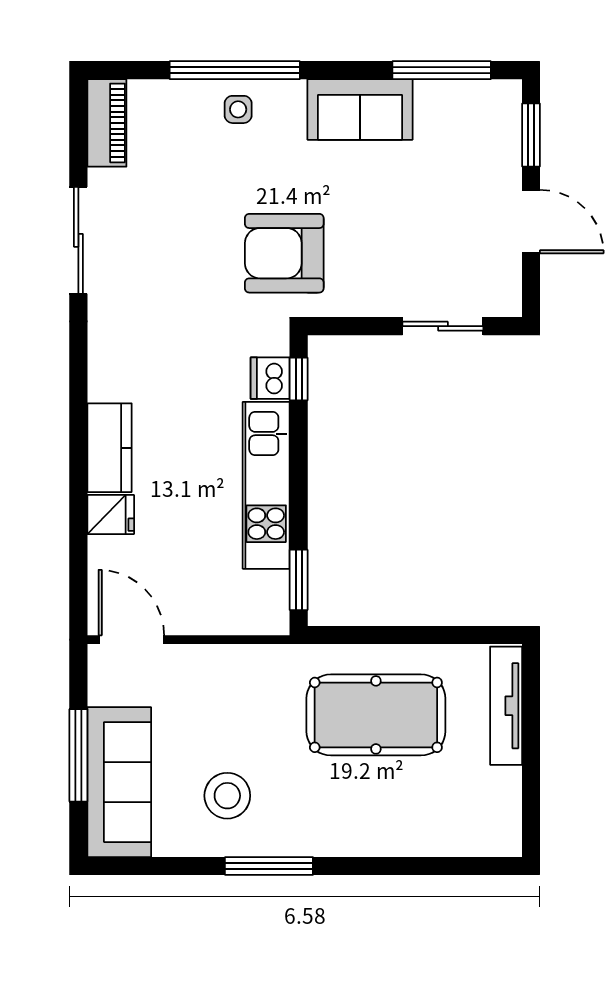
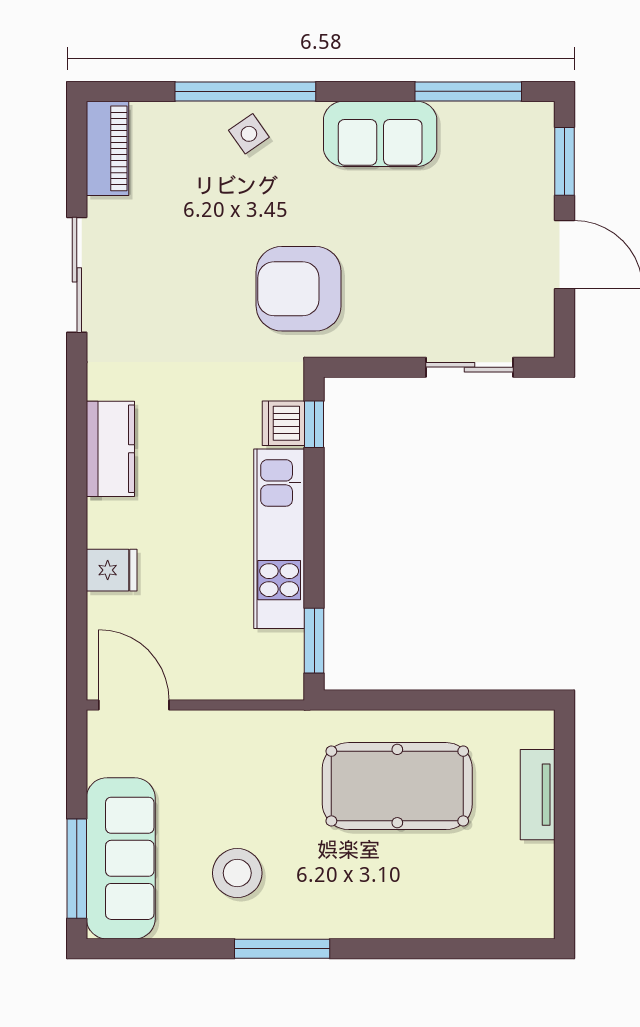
side table: (238, 109) -> (249, 134), turned -35
kitchen counter: (110, 448) -> (110, 449), moved
tv unit: (506, 706) -> (538, 795), width x0.71
window: (78, 755) -> (77, 869), moved

